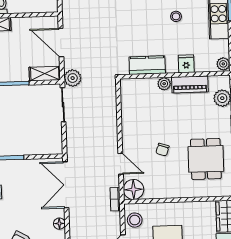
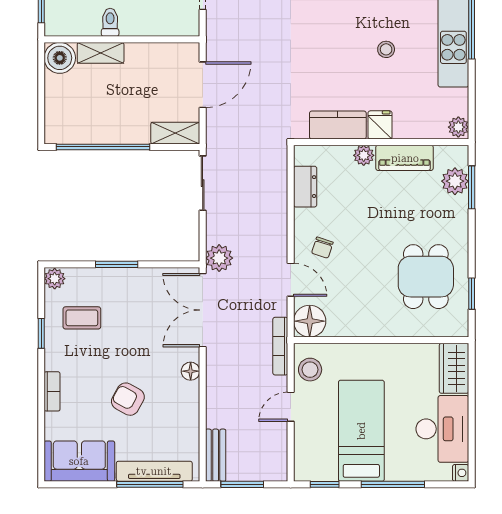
door: (61, 43) -> (203, 85), swing flipped
fridge: (186, 64) -> (380, 125), moved
plant: (73, 78) -> (219, 258), moved
dresser: (128, 105) -> (305, 187), added
chair: (162, 150) -> (322, 248), moved
bookcase: (115, 199) -> (280, 346), width x1.56

